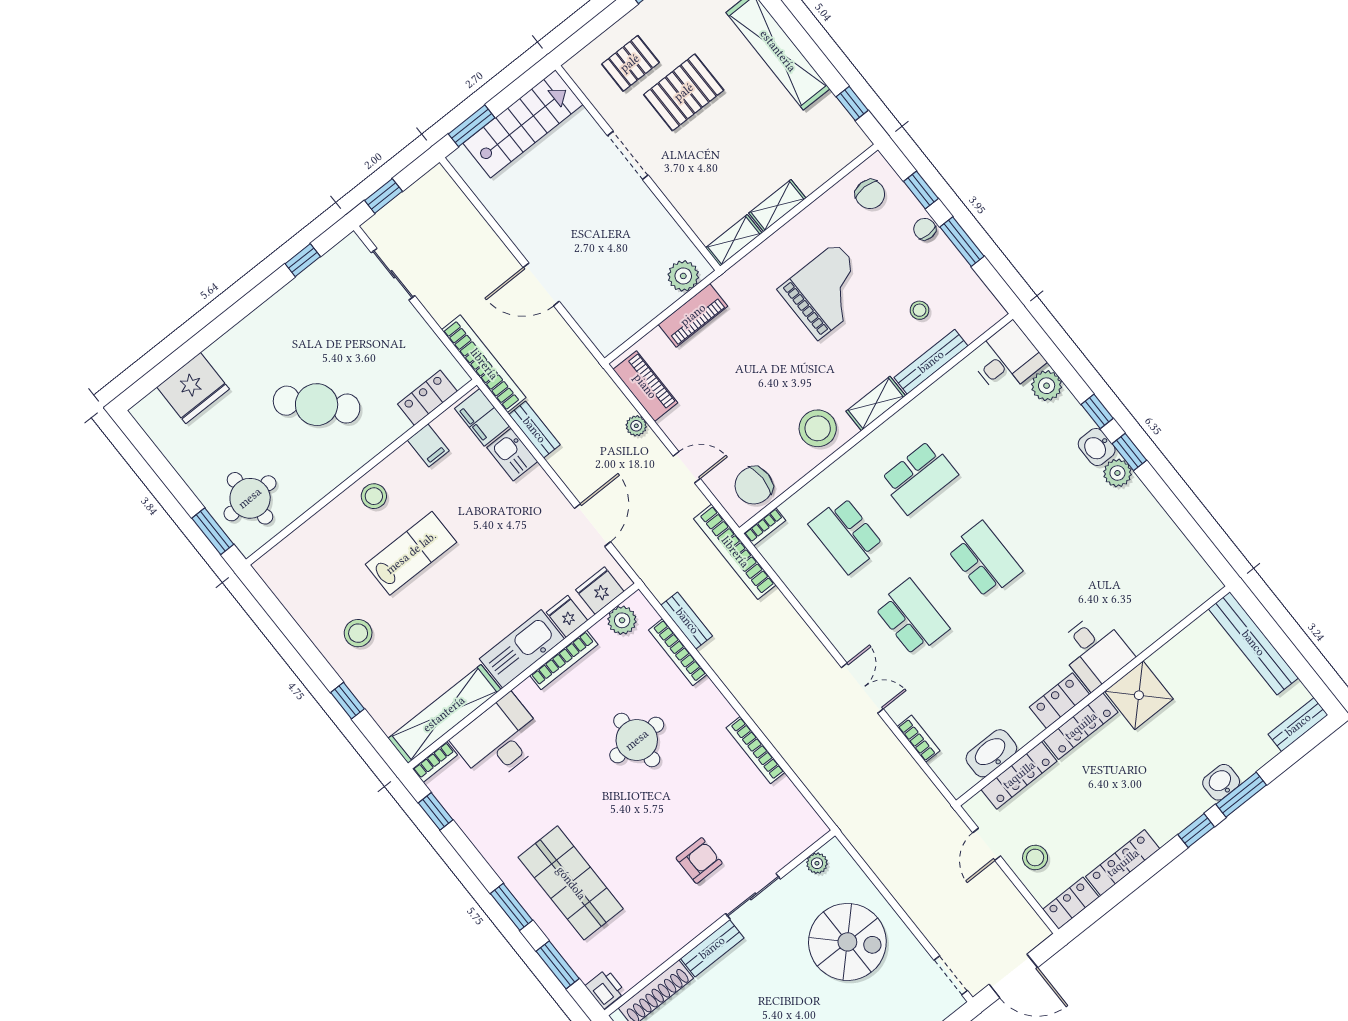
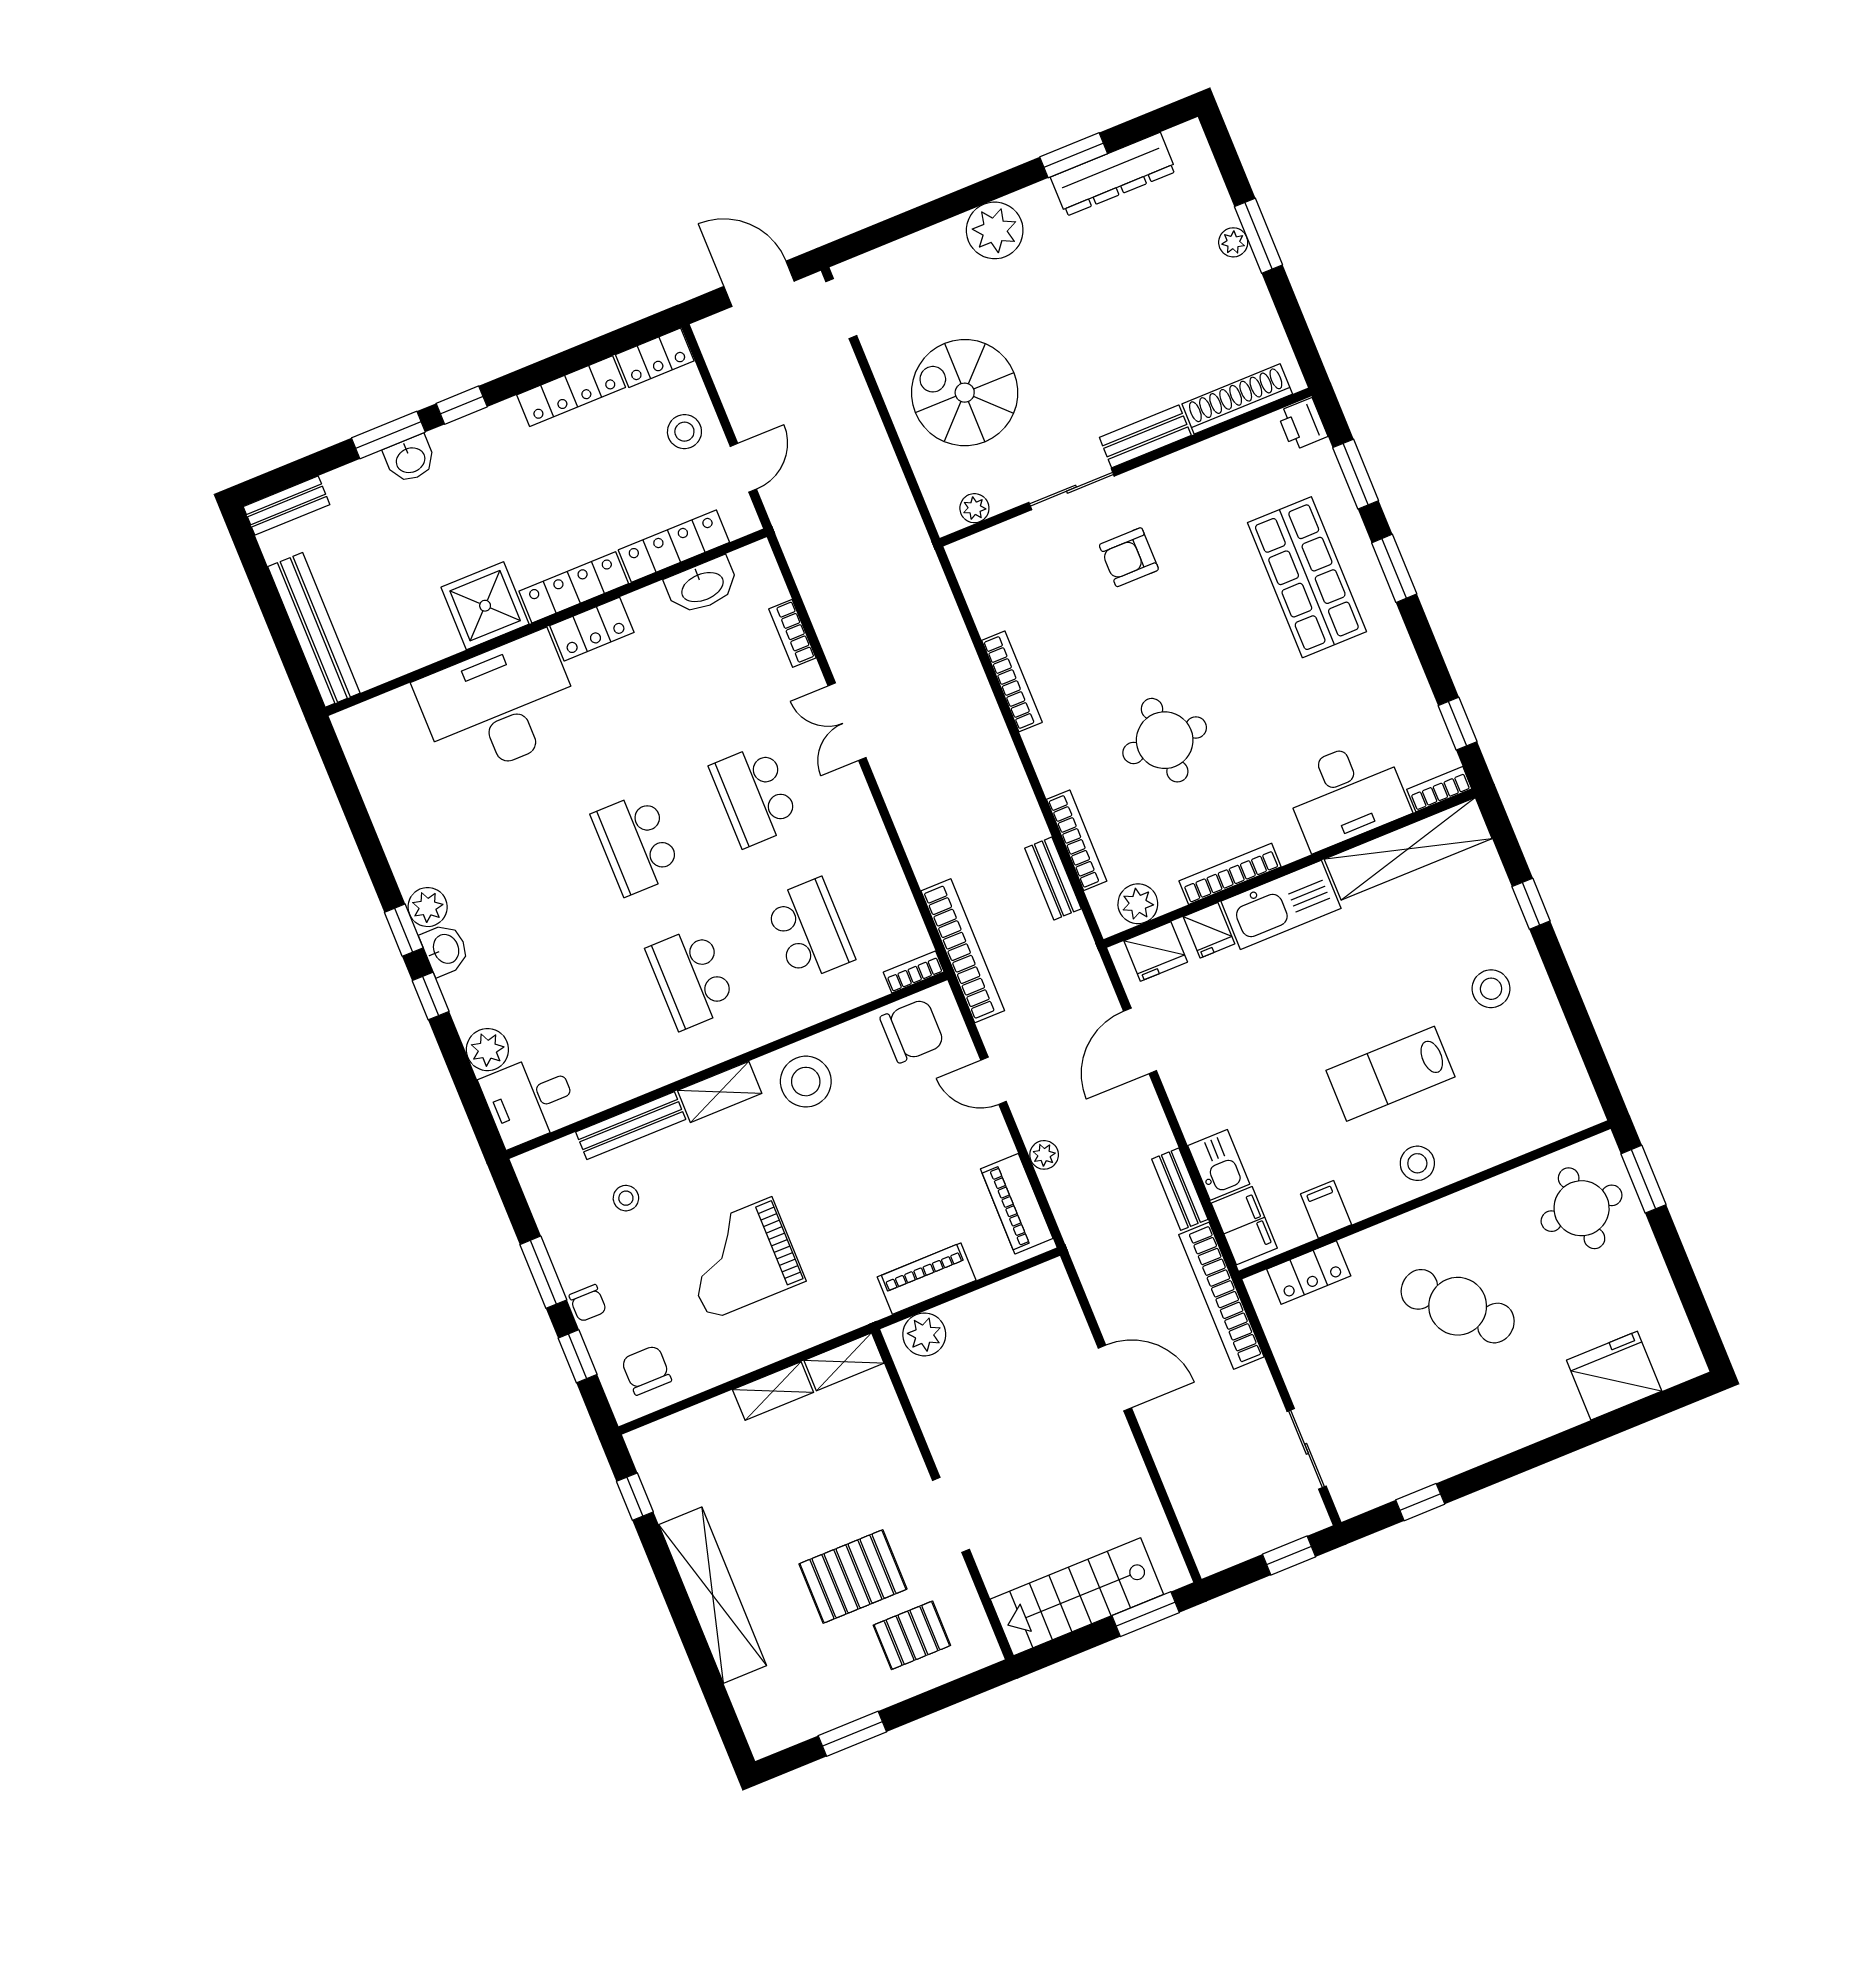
school desk: (919, 477) -> (691, 978), turned -90
desk: (1095, 651) -> (499, 706), width x1.87, depth x1.30

